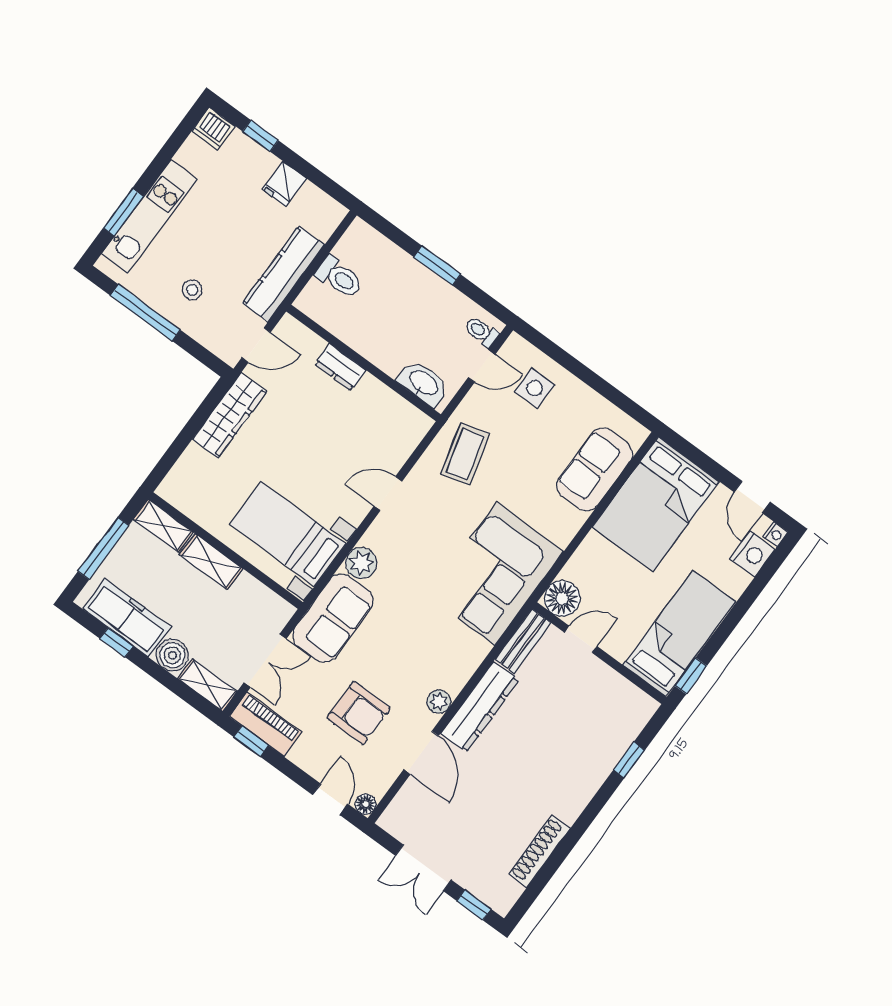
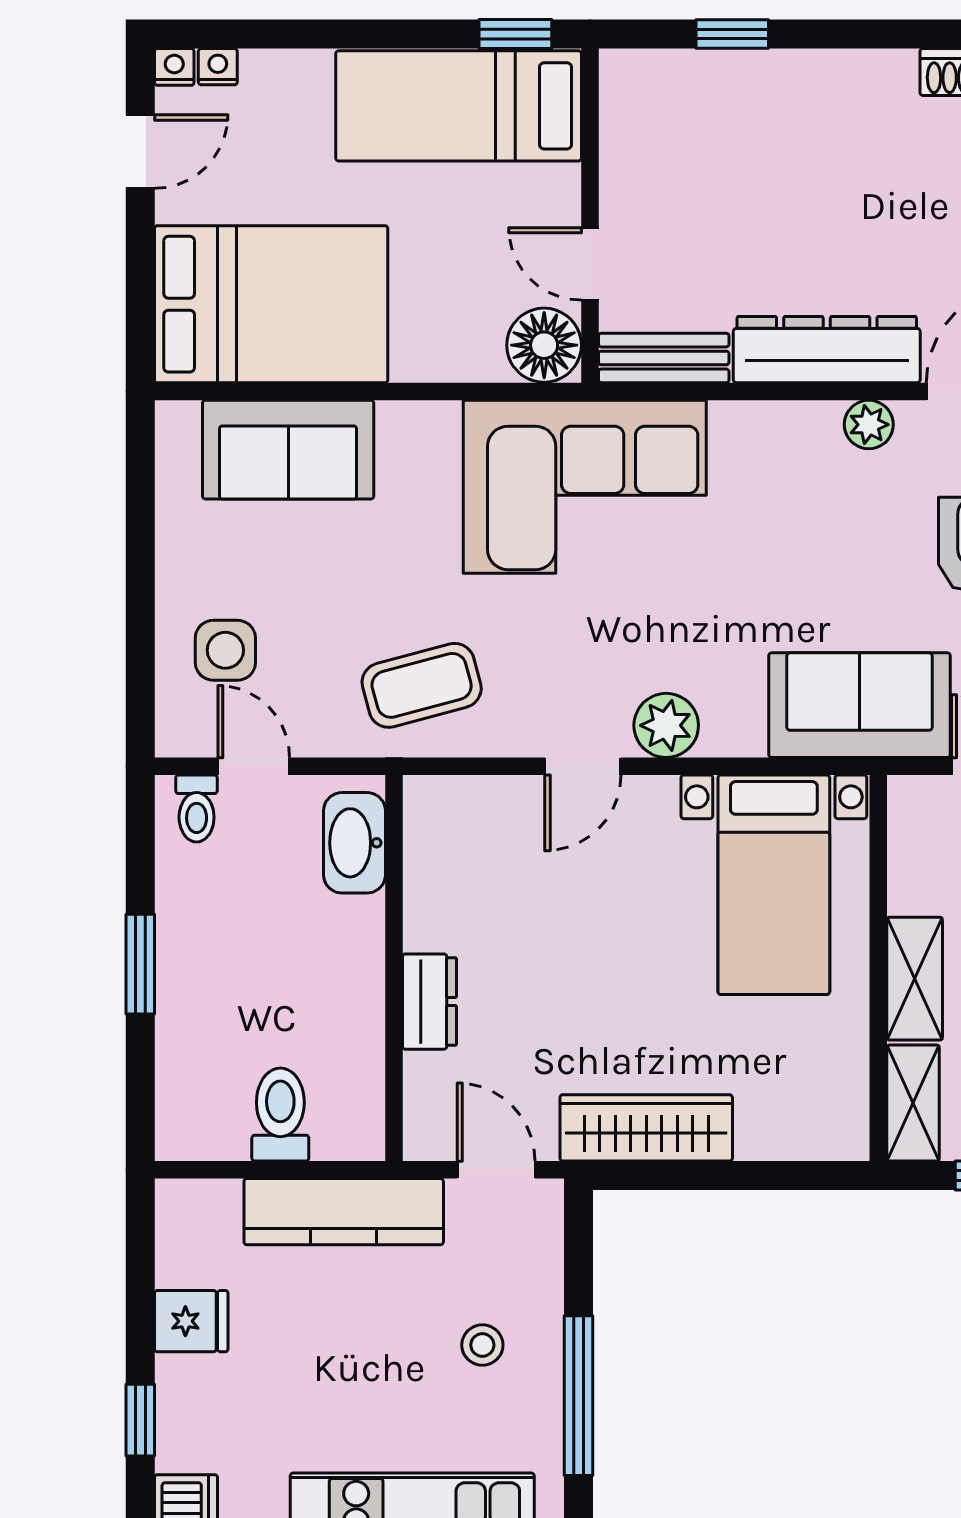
door: (388, 494) -> (583, 766), hinge flipped
nightstand: (752, 554) -> (218, 67), width x0.53, depth x0.56
plant: (361, 563) -> (666, 725), moved

